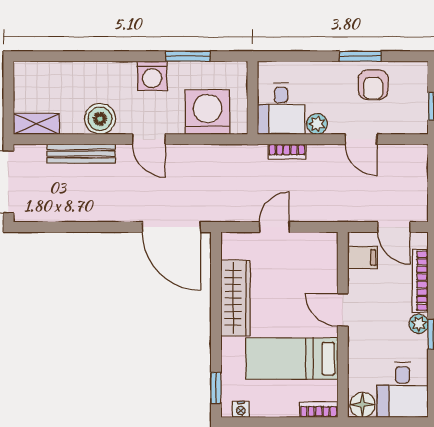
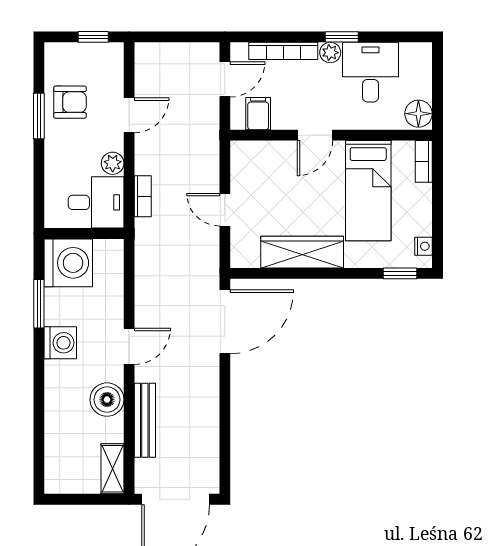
washing machine: (208, 112) -> (68, 263), moved, turned 180
desk: (403, 390) -> (371, 72), moved, turned -90

